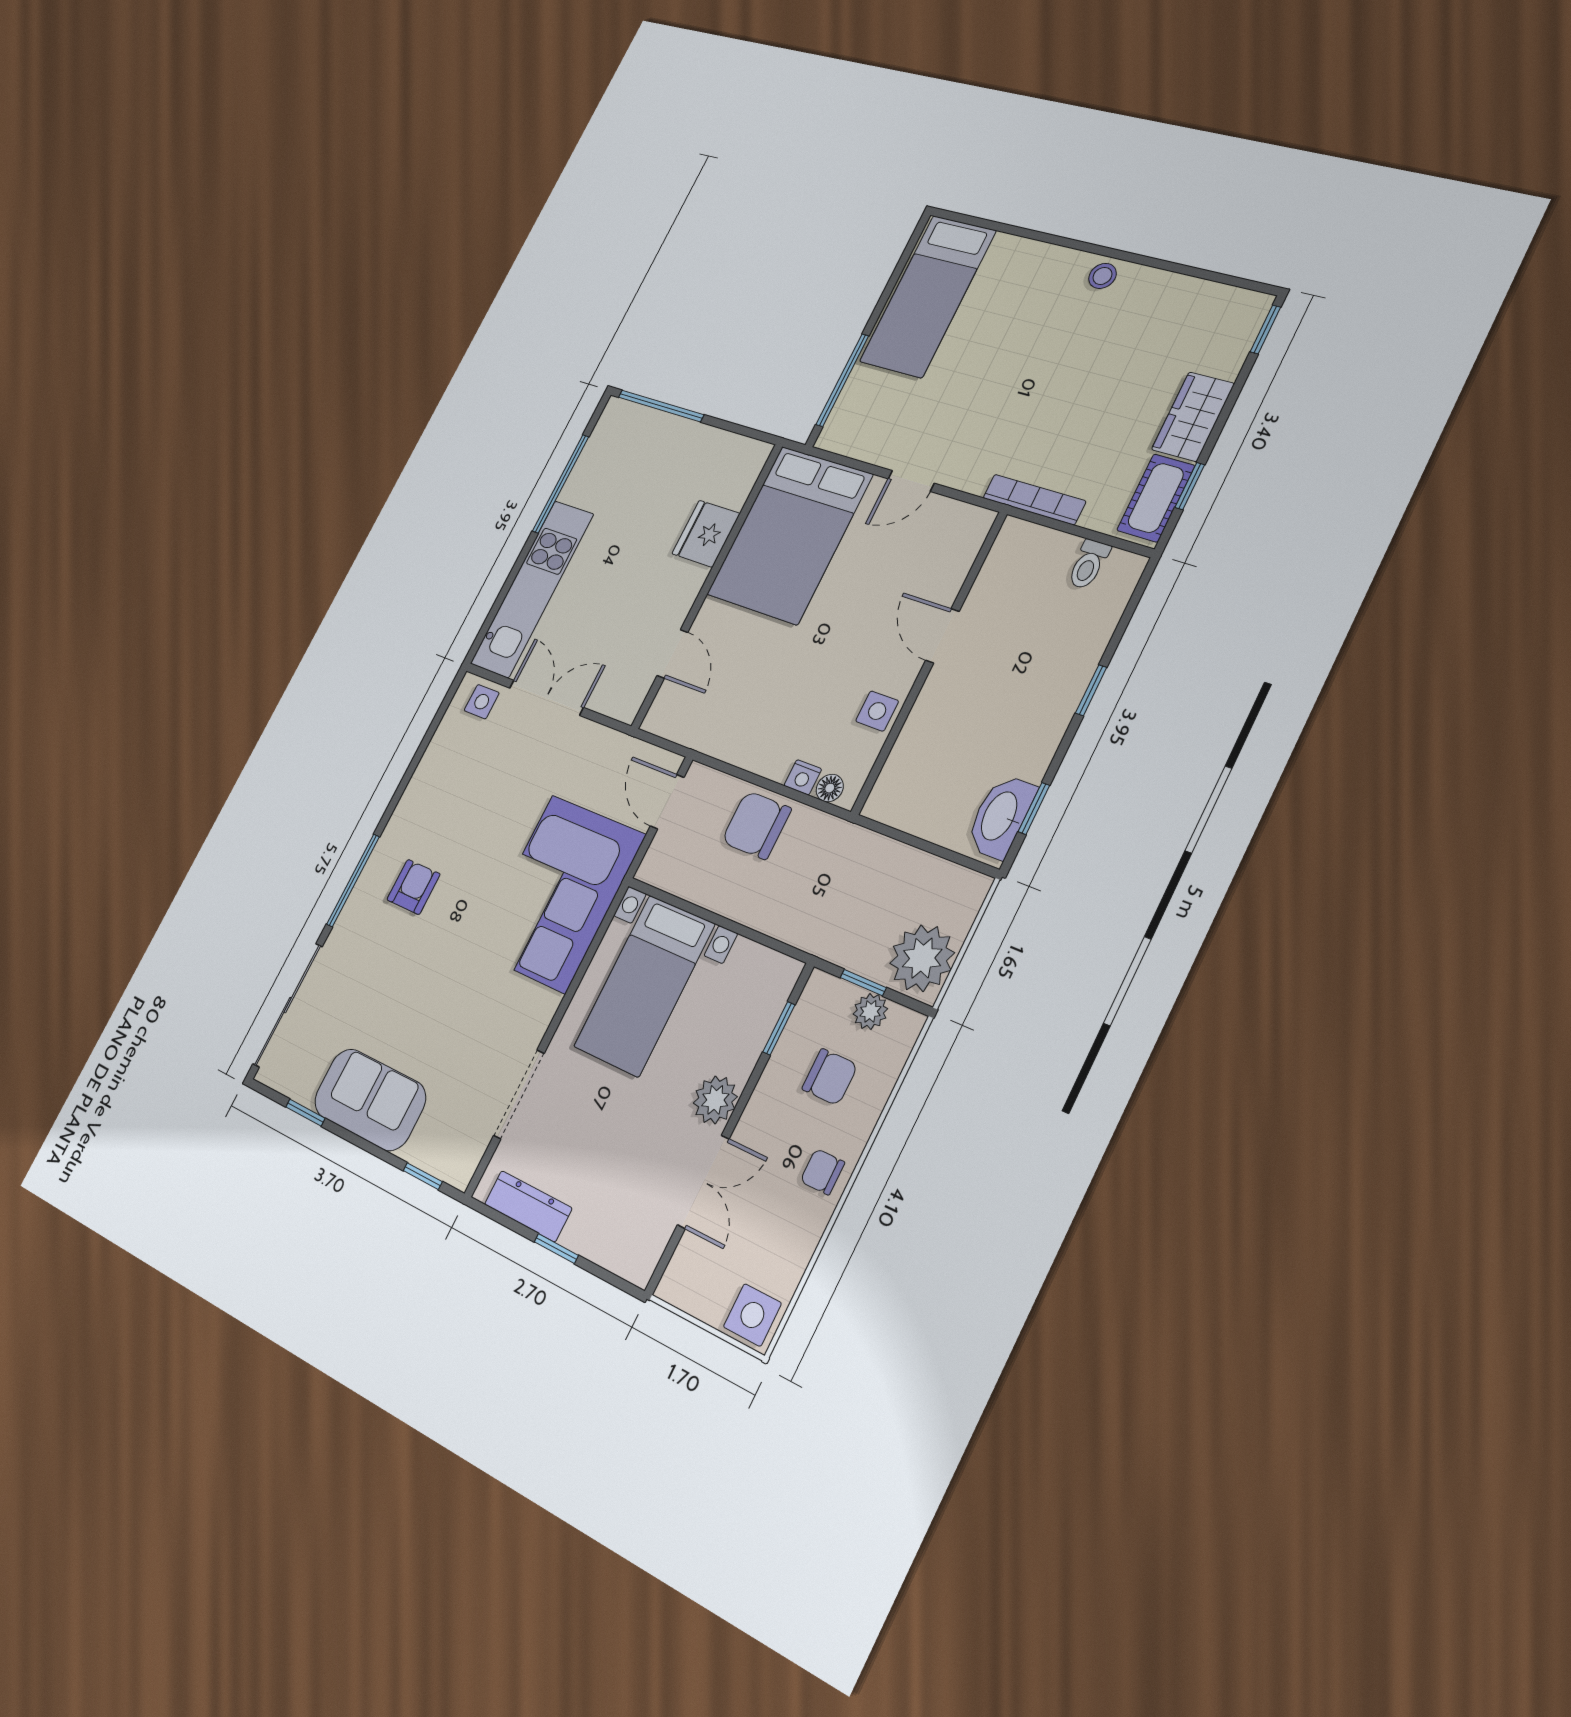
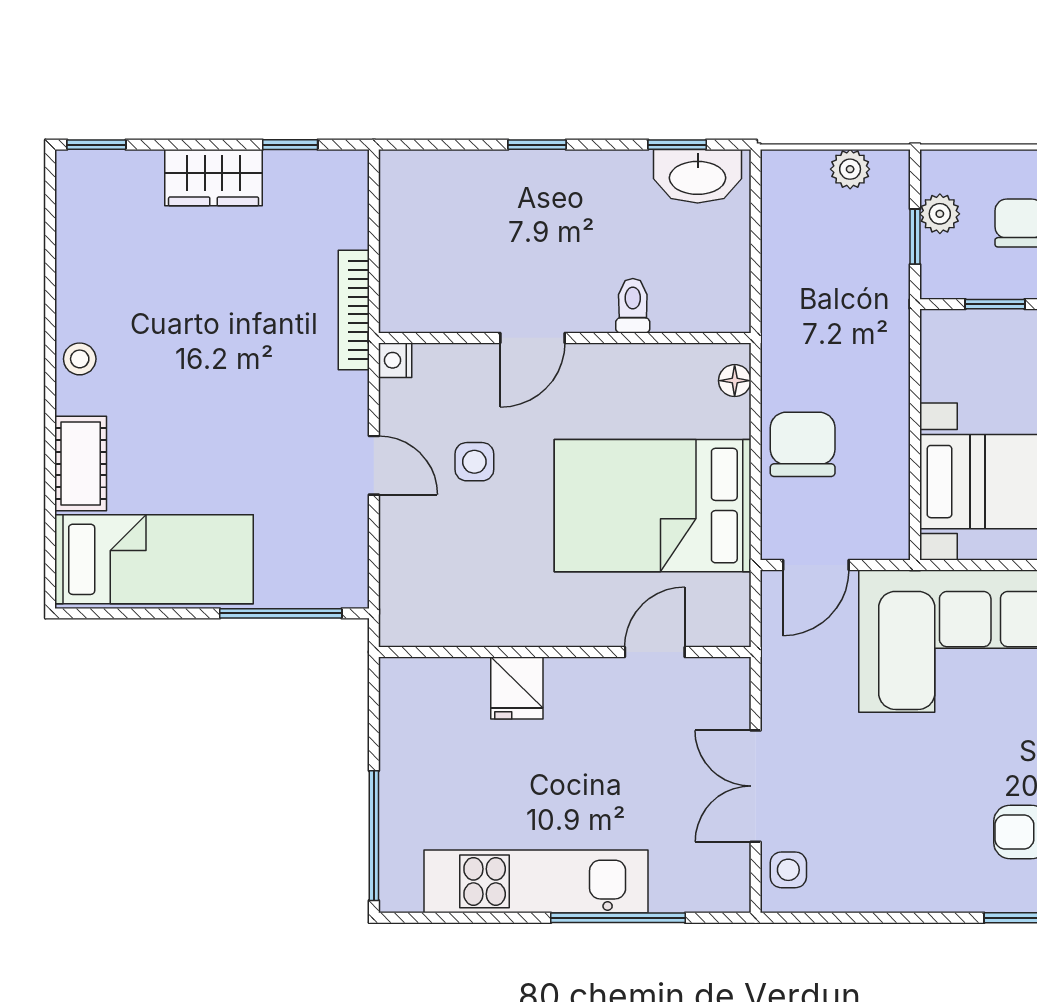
window: (561, 484) -> (618, 918), moved
cot: (1156, 498) -> (81, 464), moved, turned 90
fridge: (706, 534) -> (517, 688), width x0.72
bed: (790, 535) -> (653, 506), moved, turned 180
toilet: (1088, 564) -> (633, 306), moved, turned -90
kitchen unit: (532, 589) -> (536, 881), moved
side table: (877, 711) -> (474, 462), moved
nightstand: (803, 777) -> (395, 360), moved, turned 180
chair: (756, 825) -> (803, 444), turned 180
plant: (922, 958) -> (850, 169), width x0.53, depth x0.53

